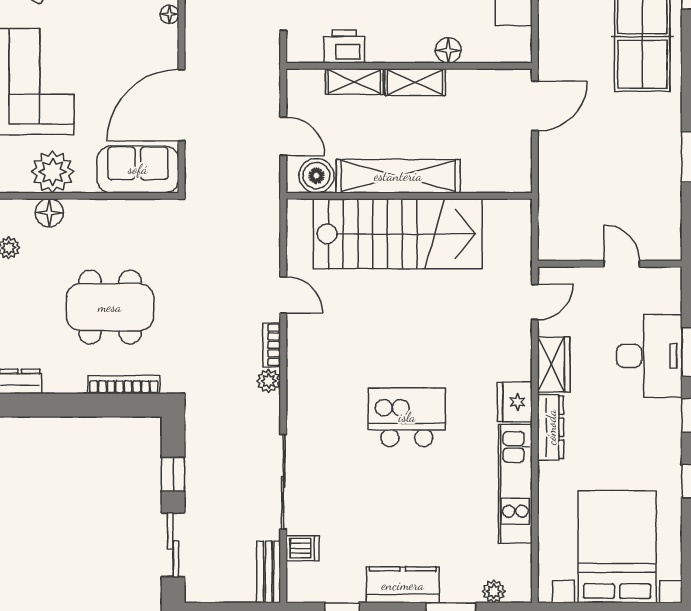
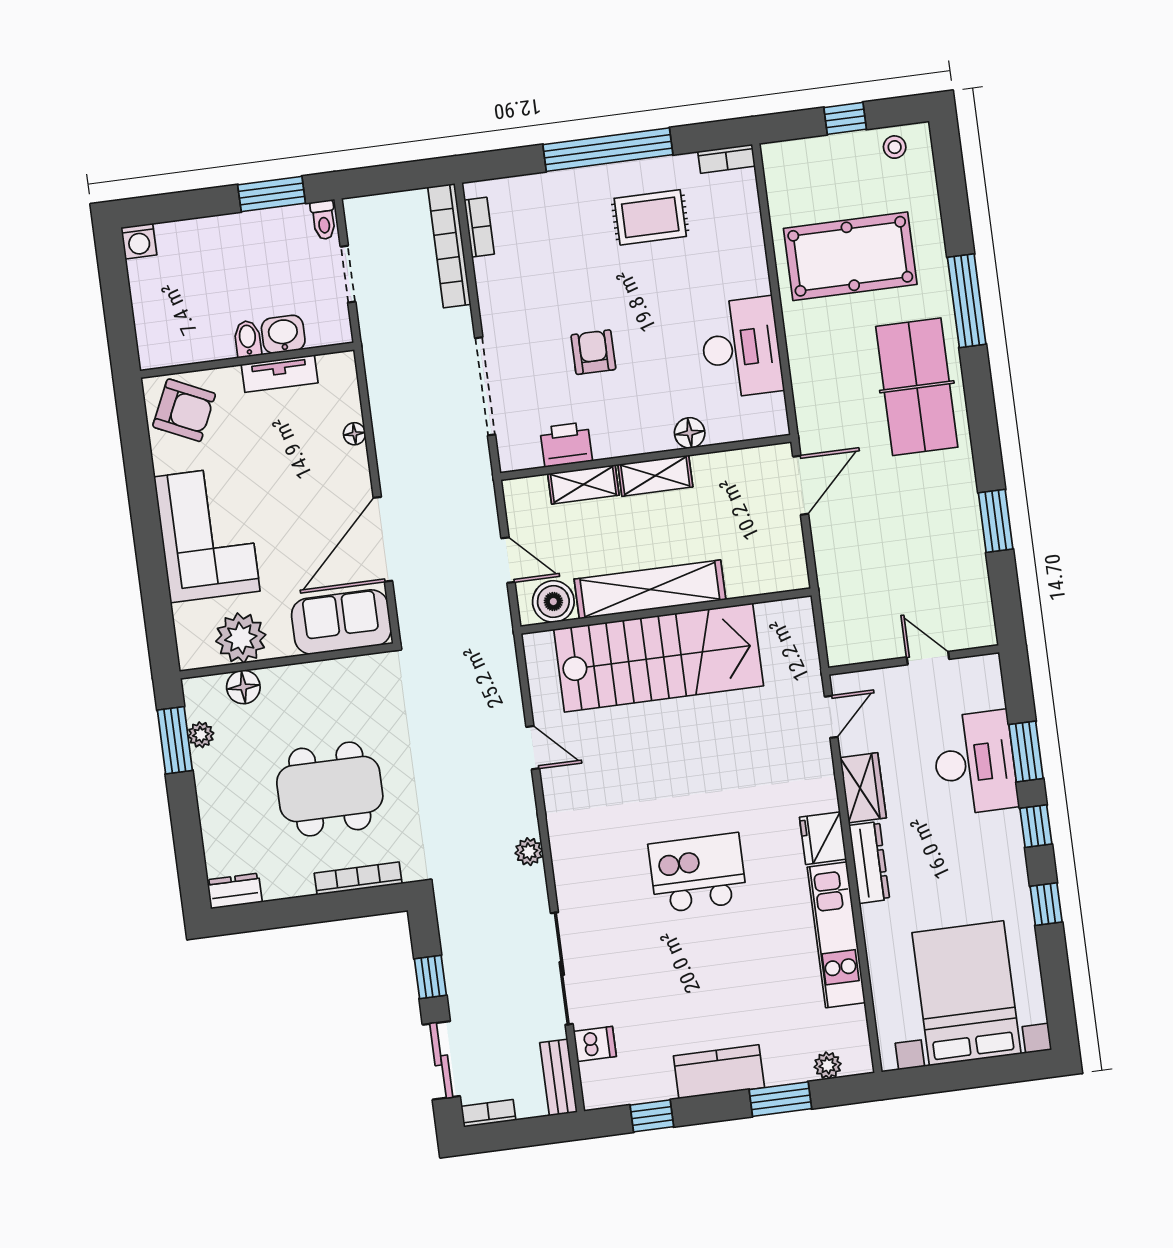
bookcase: (272, 345) -> (488, 1113), moved, turned 90

